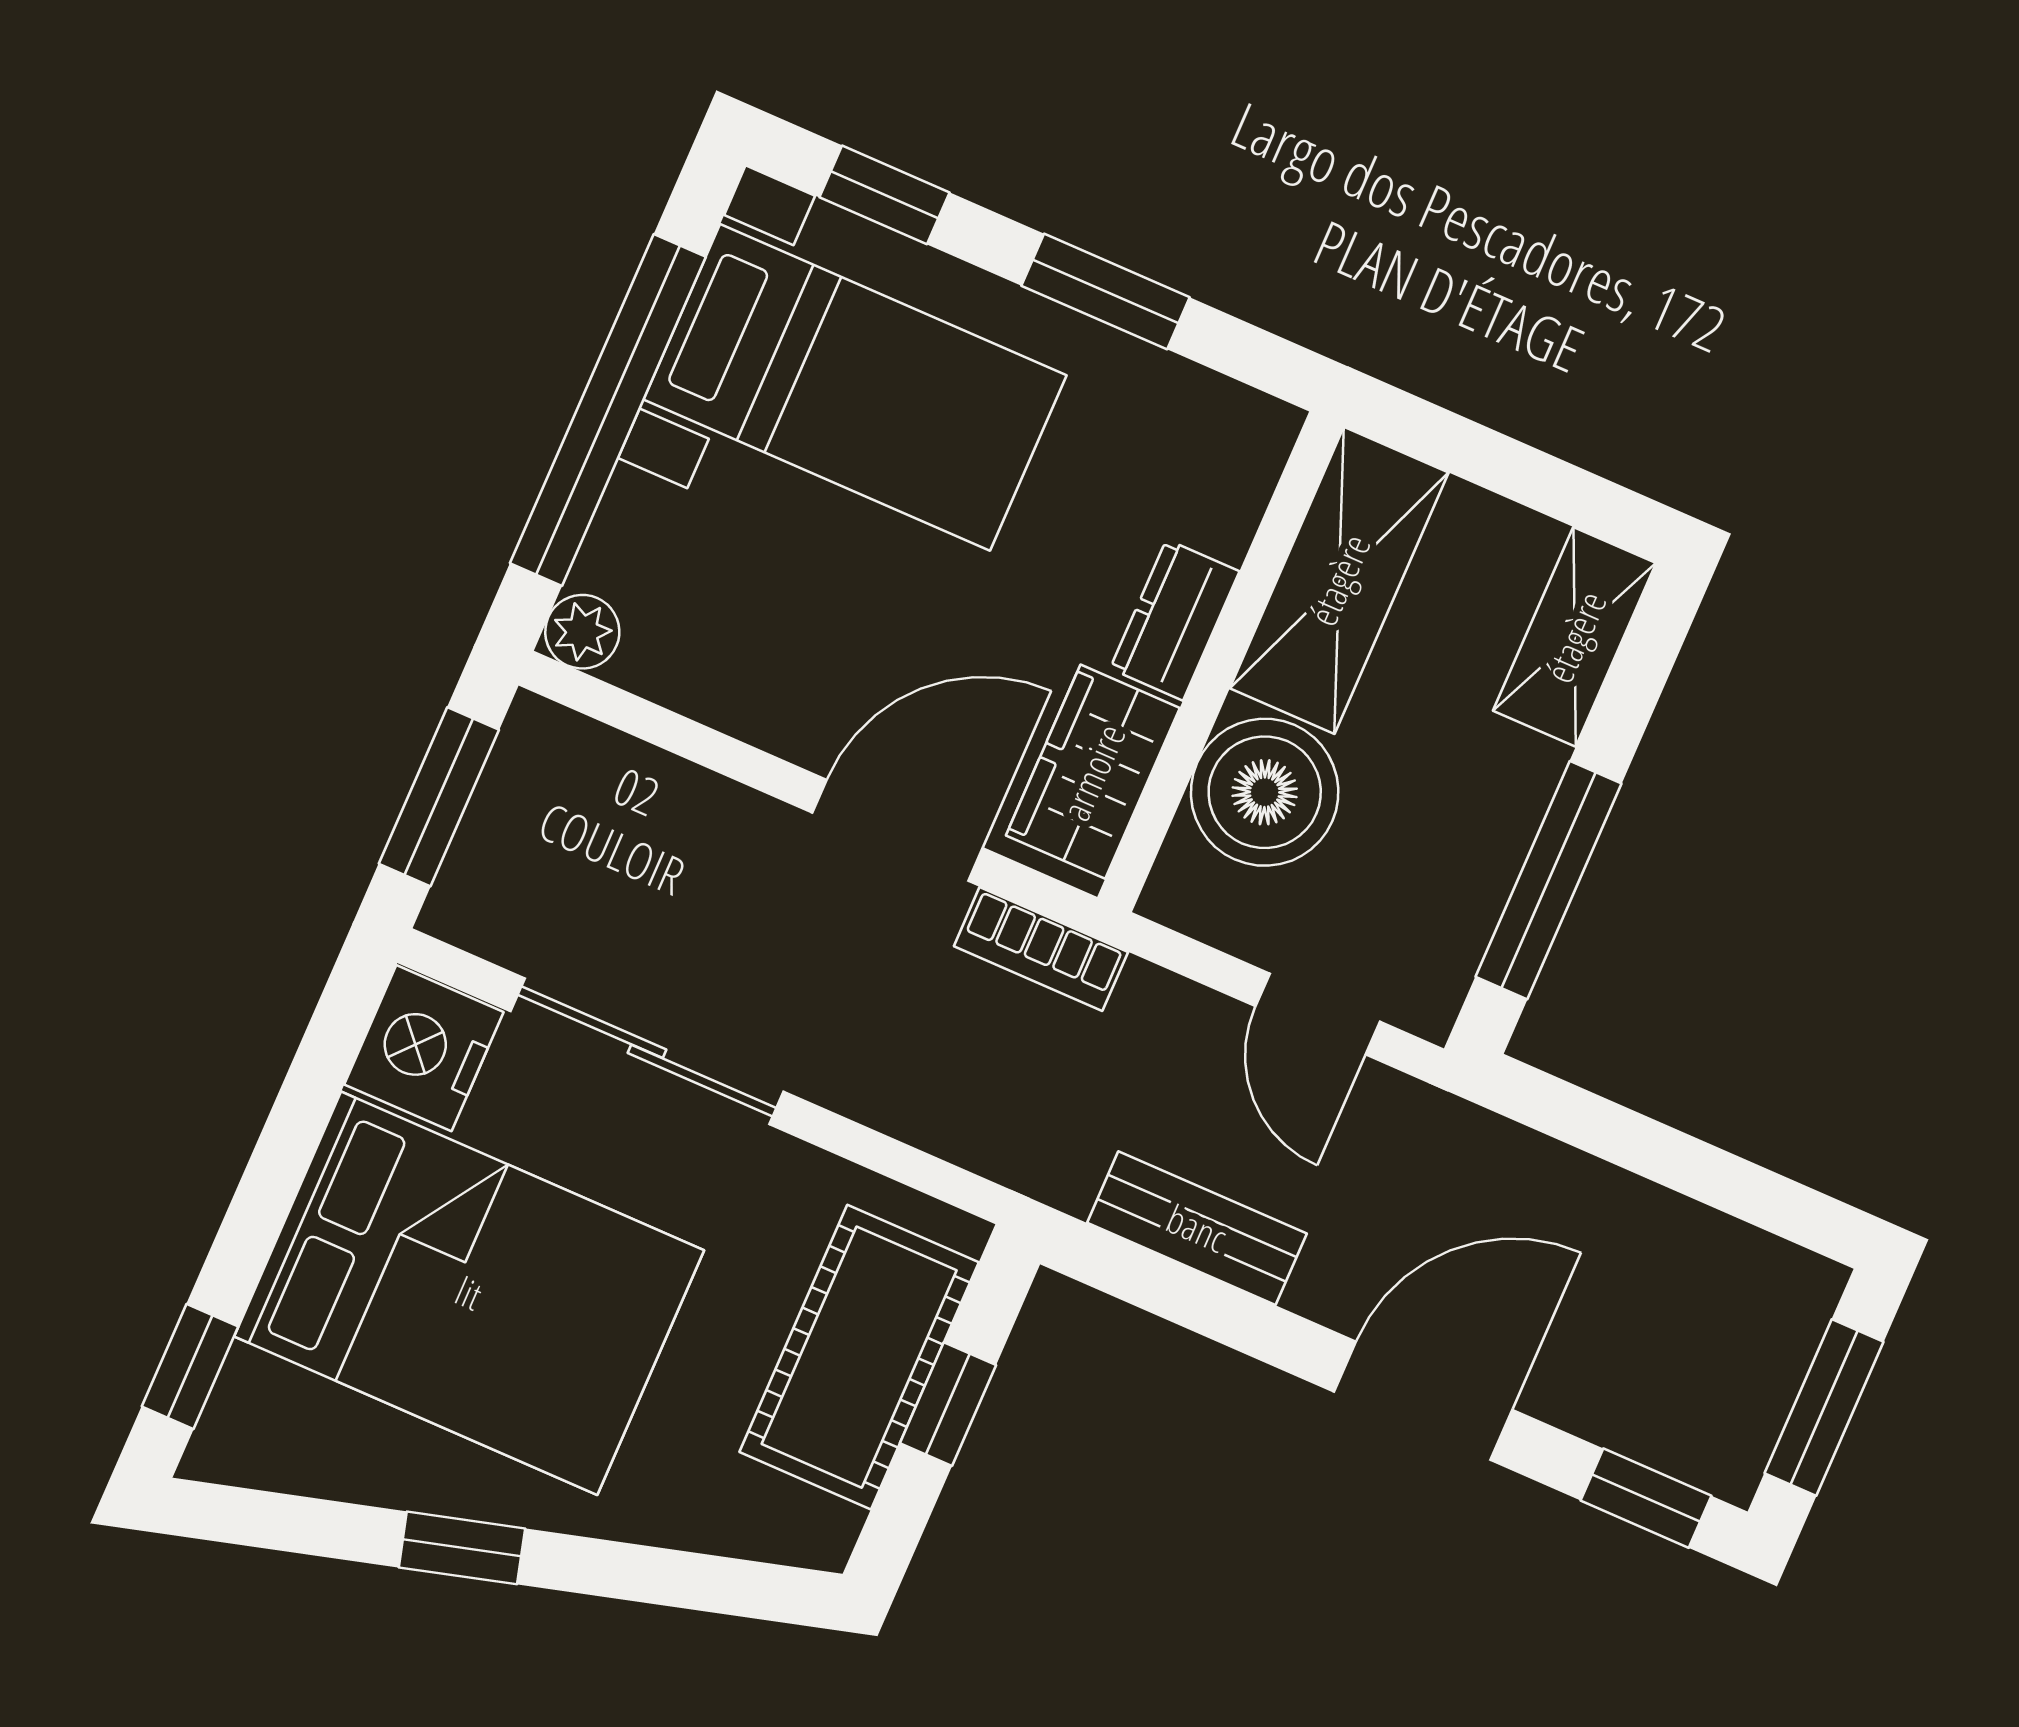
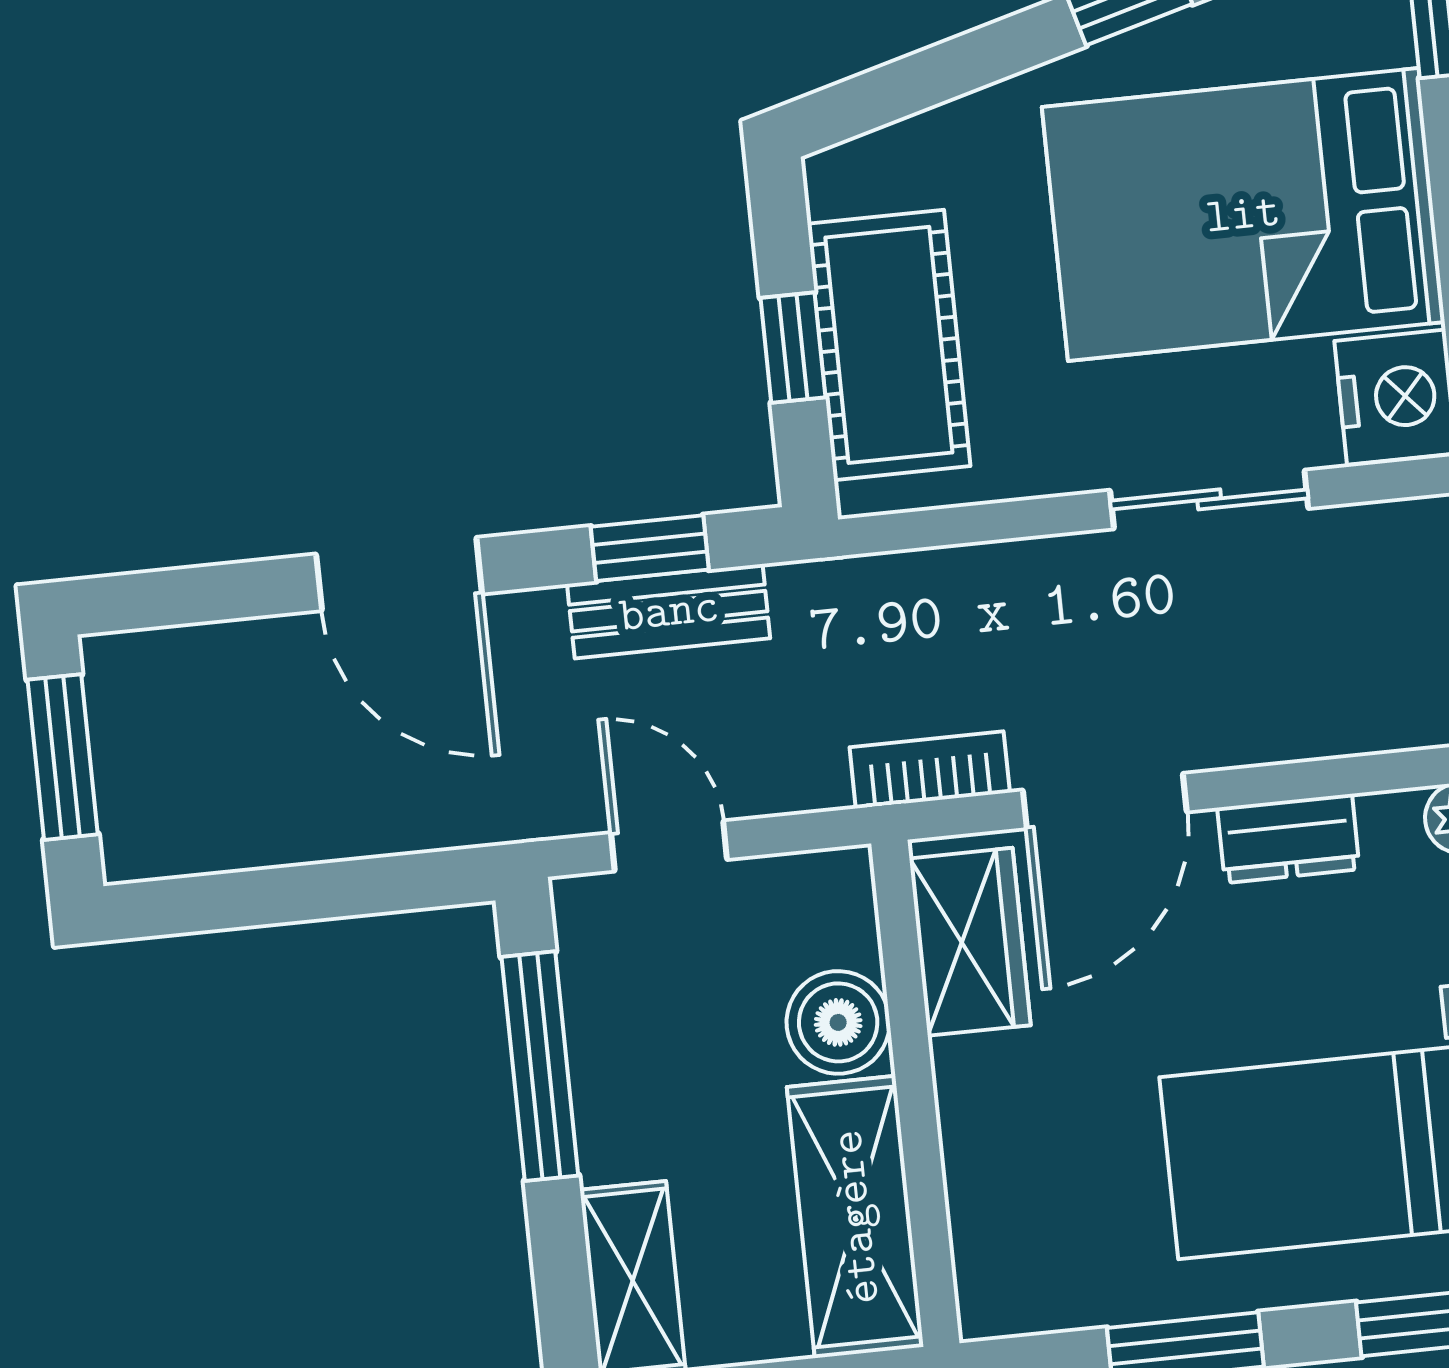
dresser: (1175, 620) -> (1288, 839), moved, turned 90
boiler: (1265, 792) -> (838, 1022), width x0.73, depth x0.73
sliding door: (647, 1051) -> (1209, 499), width x0.73
door: (1423, 1401) -> (399, 574), hinge flipped
window: (1646, 1498) -> (650, 548), moved

